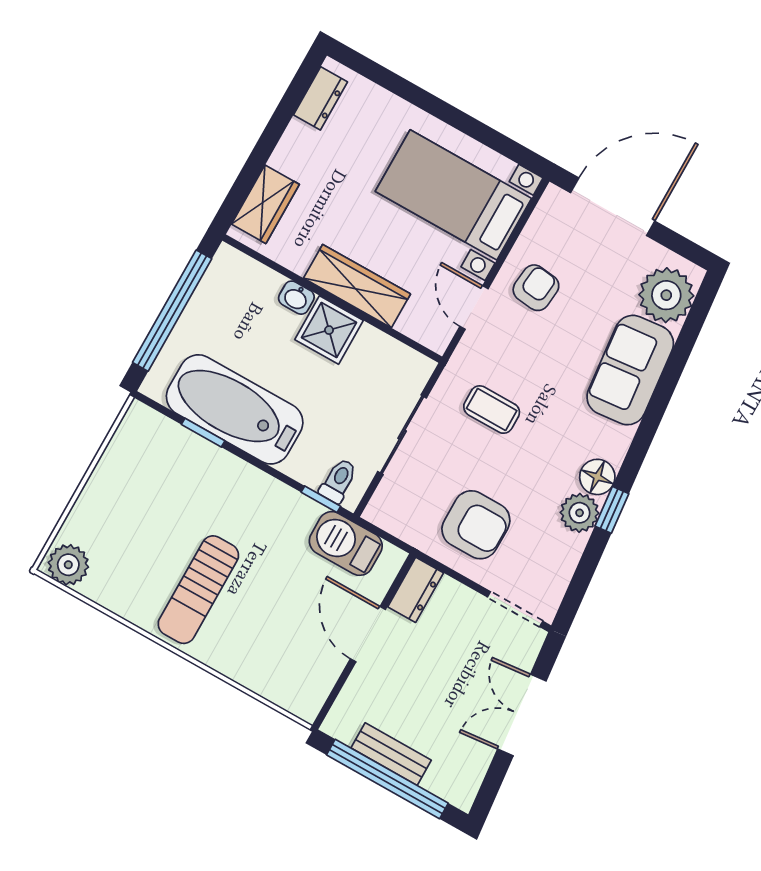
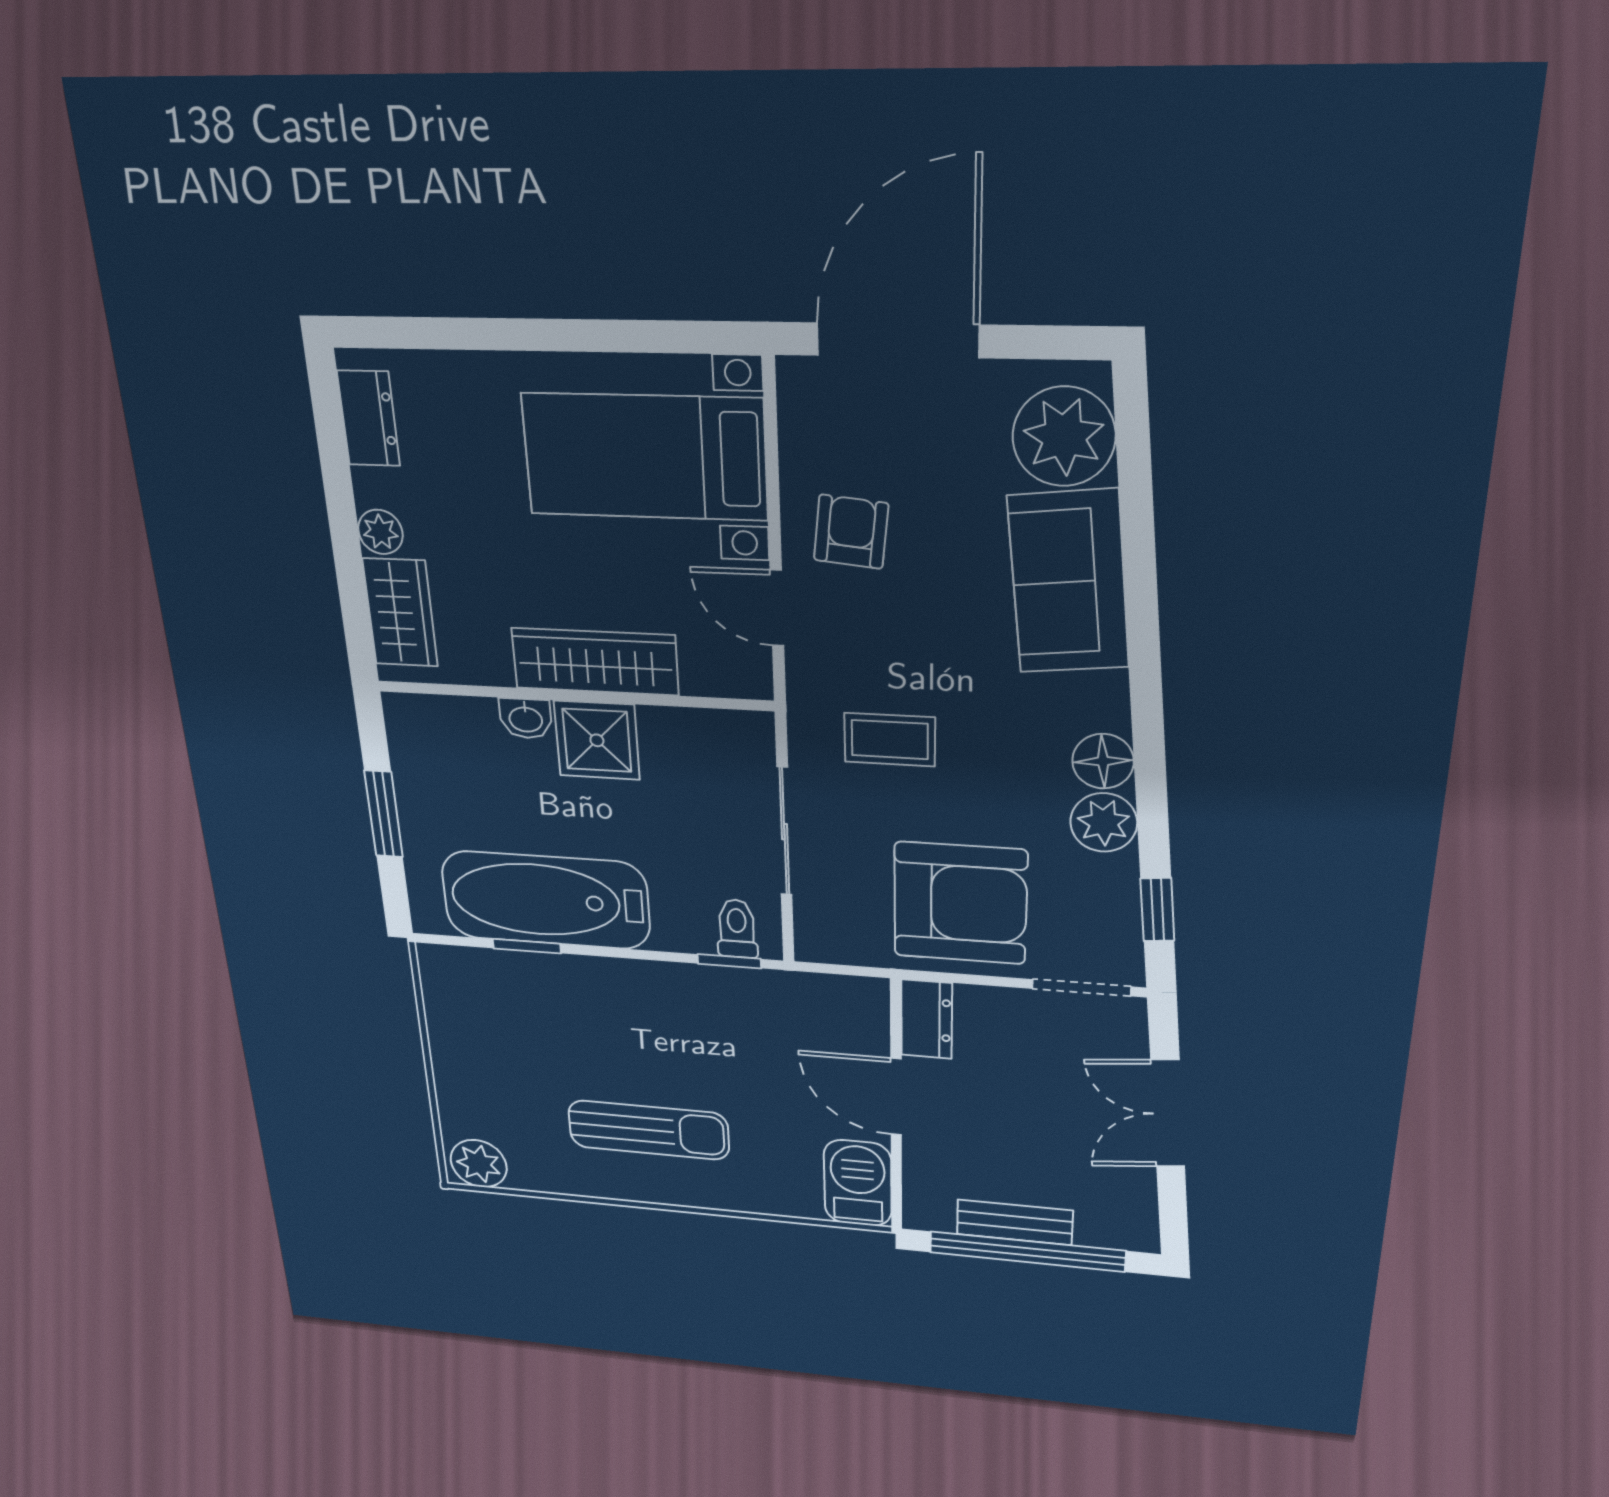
plant: (285, 157) -> (380, 532), added
window: (172, 311) -> (384, 814), width x0.47
window: (612, 510) -> (1157, 910), moved
armchair: (476, 525) -> (960, 903), width x1.36, depth x1.36
barbecue: (346, 543) -> (858, 1183), moved, turned 90
sun lounger: (198, 590) -> (649, 1130), turned -90

